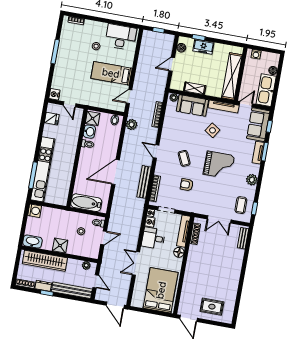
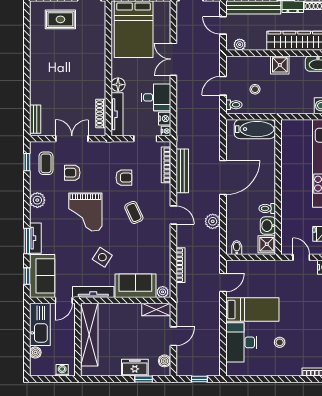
desk: (121, 37) -> (241, 342), moved, turned 90
shelving: (195, 88) -> (156, 309), moved
plant: (132, 125) -> (213, 221), moved
grand piano: (219, 165) -> (85, 212), turned -90
armchair: (223, 195) -> (72, 173), added
double door: (136, 263) -> (173, 59), swing flipped

